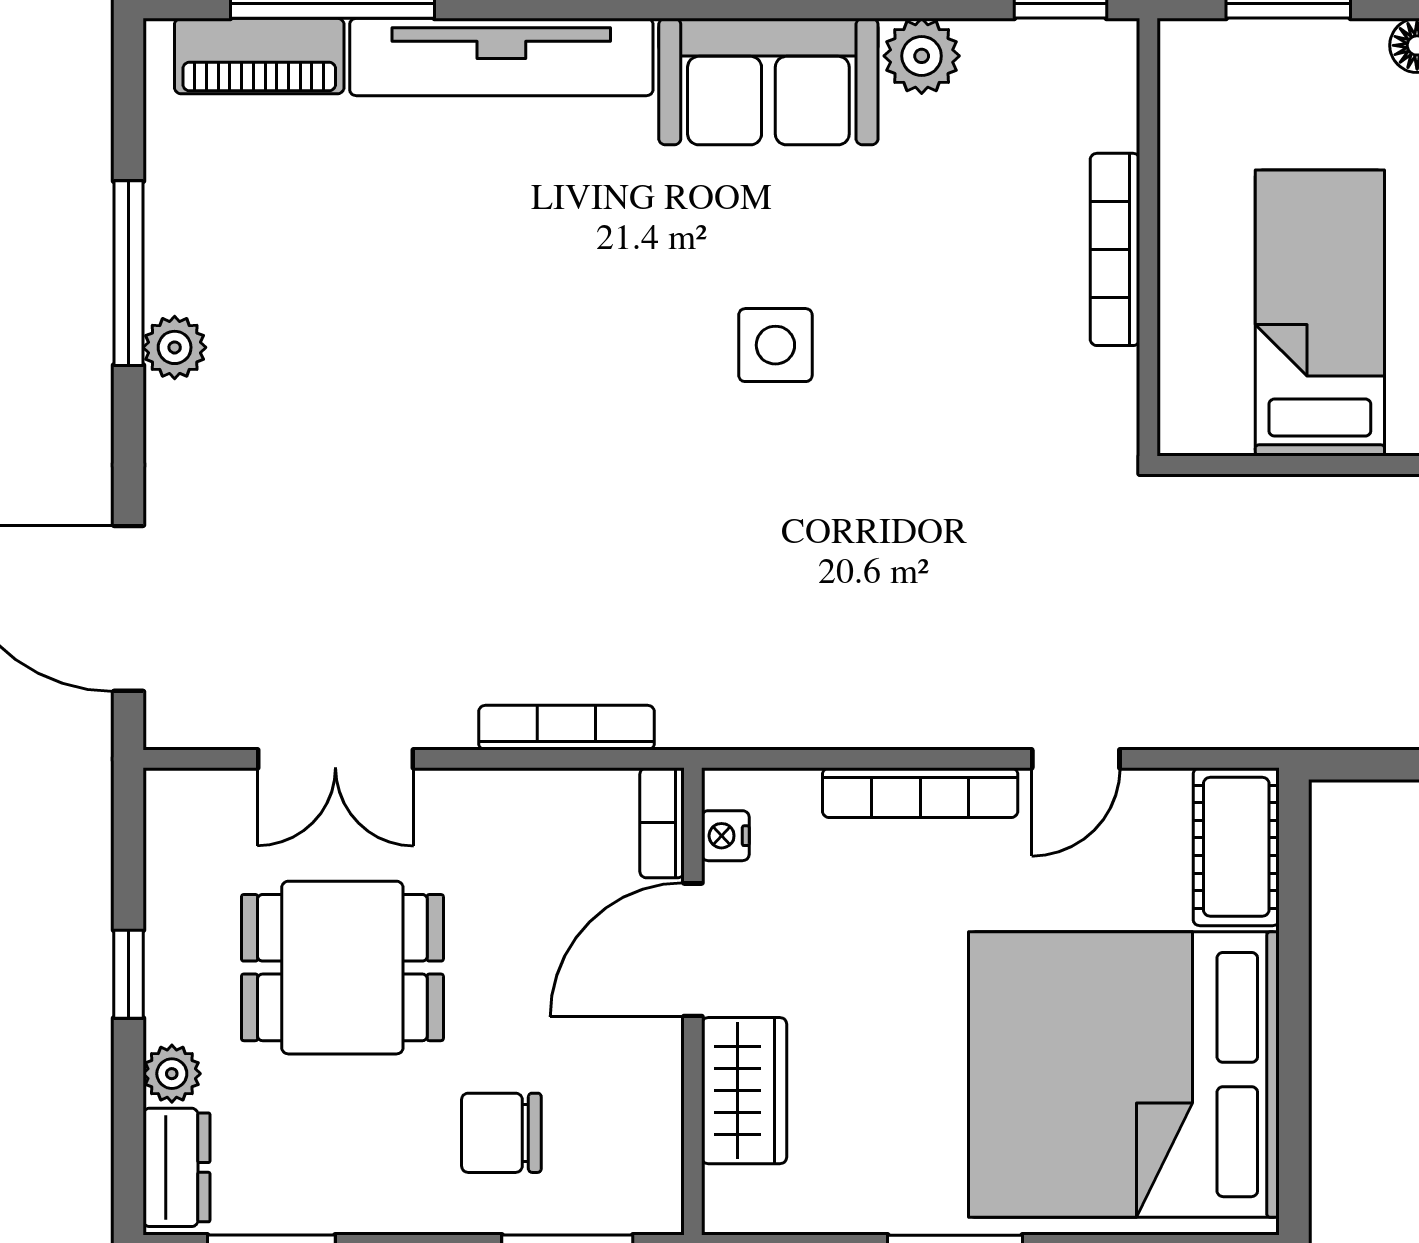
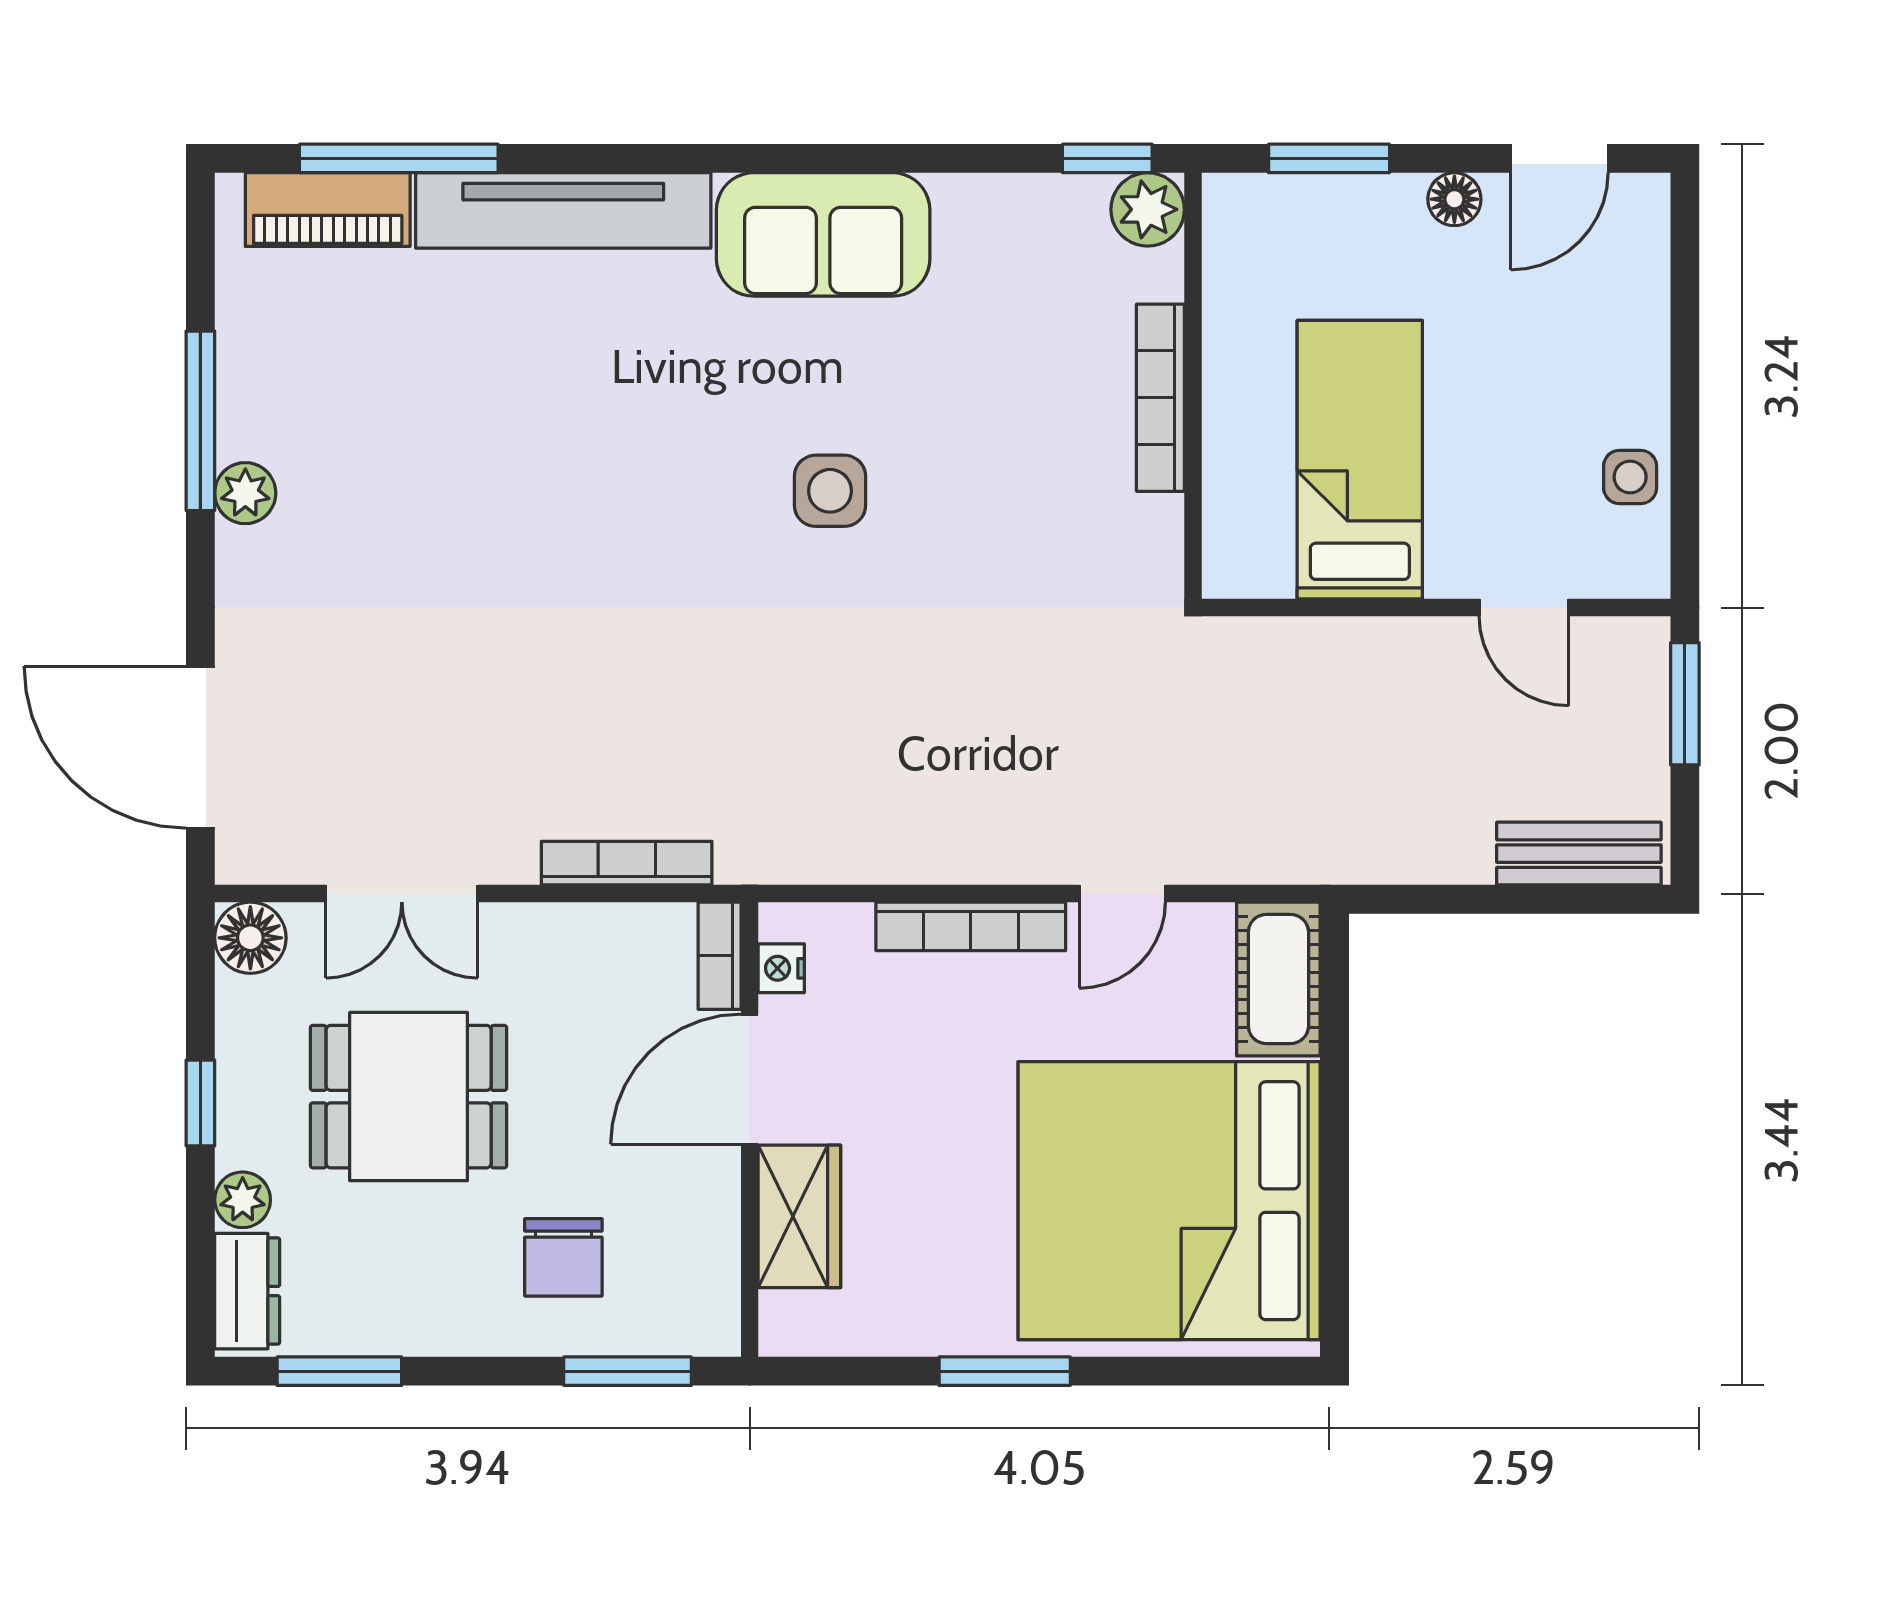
plant: (922, 56) -> (1148, 209), moved
floor lamp: (180, 804) -> (250, 938), added
chair: (501, 1133) -> (563, 1257), turned -90

